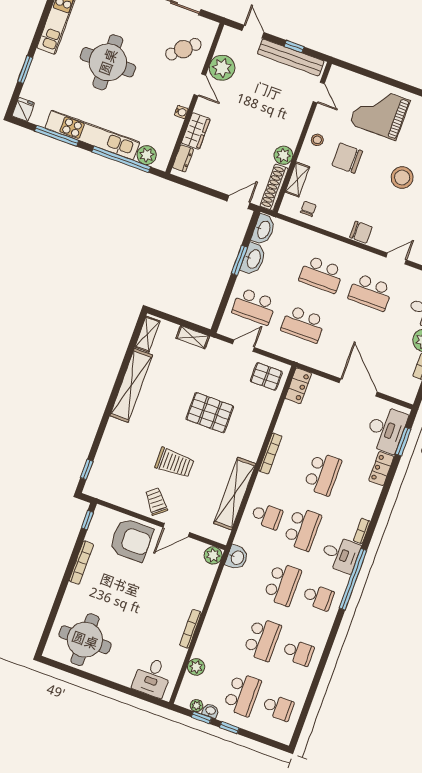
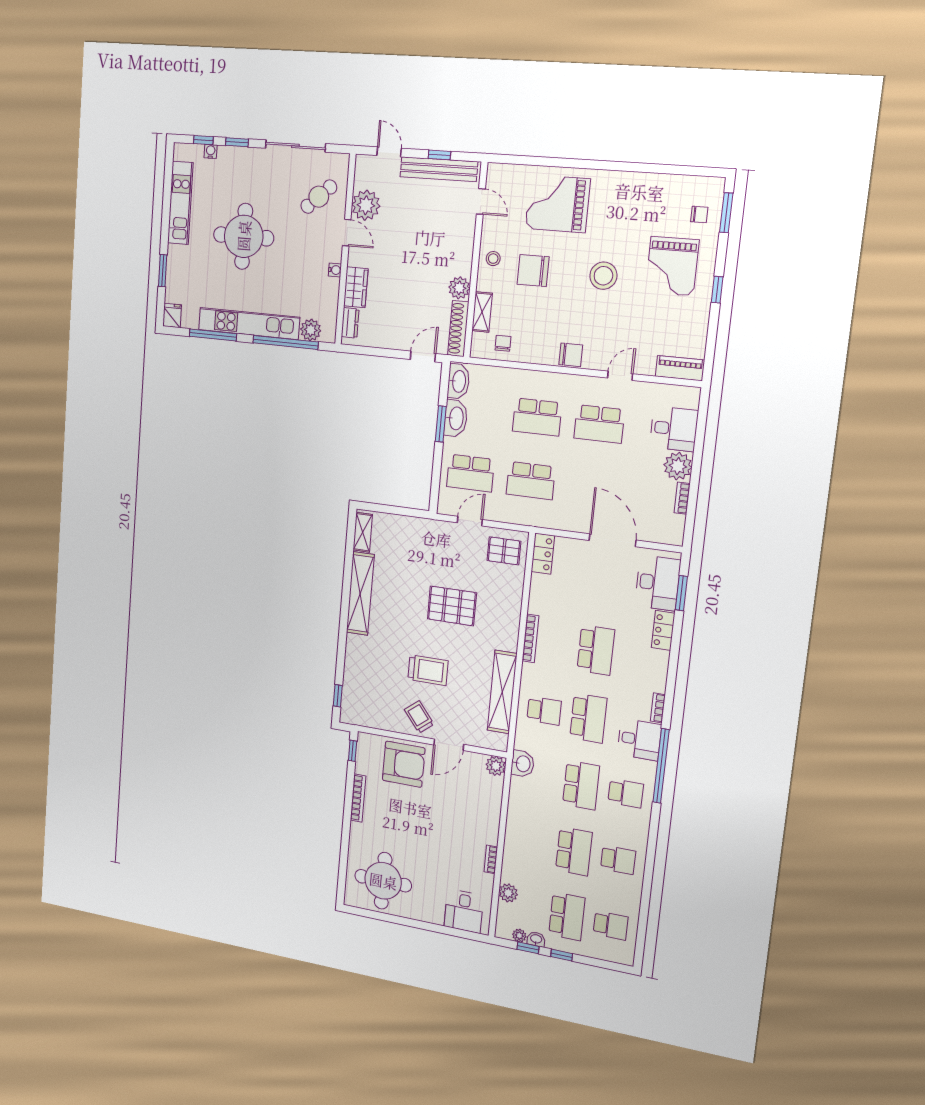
shelving: (193, 337) -> (412, 524), removed
bookcase: (190, 629) -> (491, 859), width x0.64

